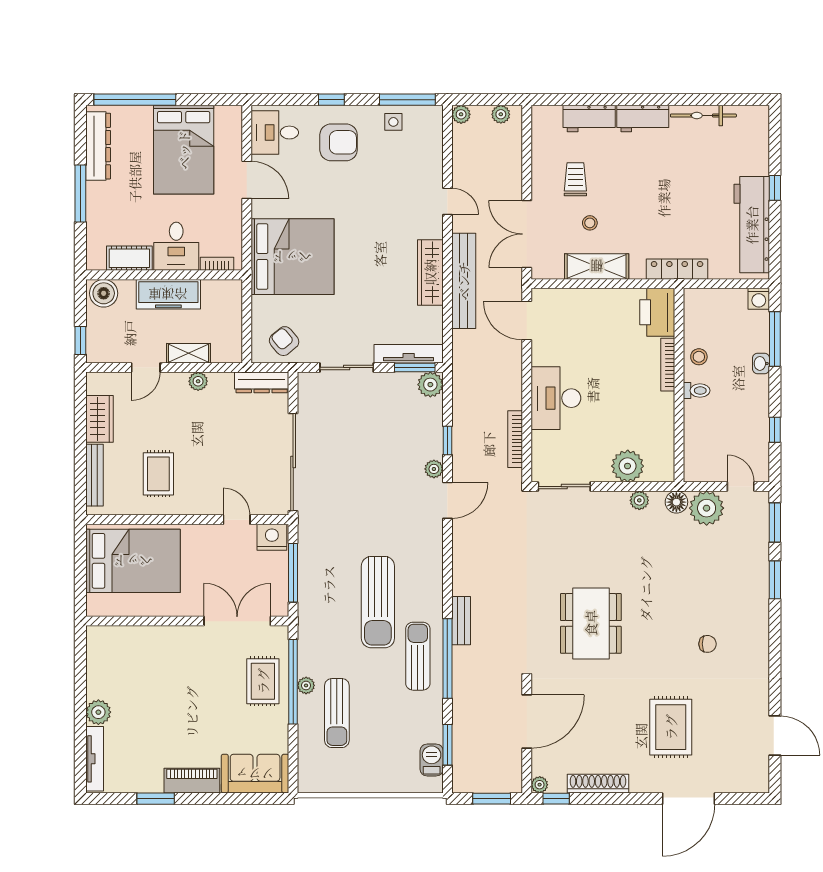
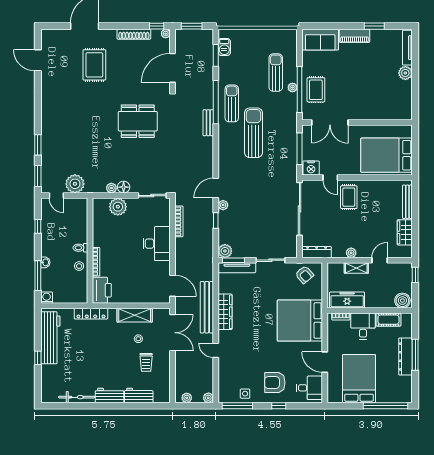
dresser: (98, 146) -> (405, 357), moved
freezer: (168, 294) -> (347, 300), moved
rug: (158, 474) -> (349, 197), moved
floor lamp: (676, 502) -> (124, 187), moved
dining table: (591, 623) -> (138, 121), turned 90
chair: (708, 644) -> (74, 110), removed
sun lounger: (418, 656) -> (232, 103), turned 180

